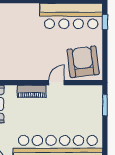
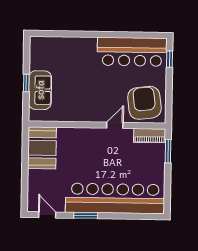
piano: (32, 91) -> (150, 136), moved

